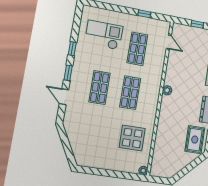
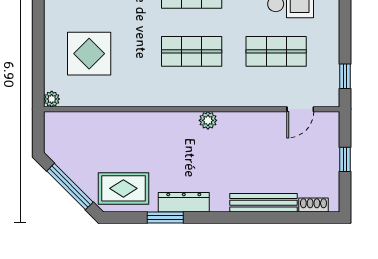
window: (144, 14) -> (345, 76), moved
display table: (132, 138) -> (89, 54), moved
window: (190, 167) -> (70, 187), added

